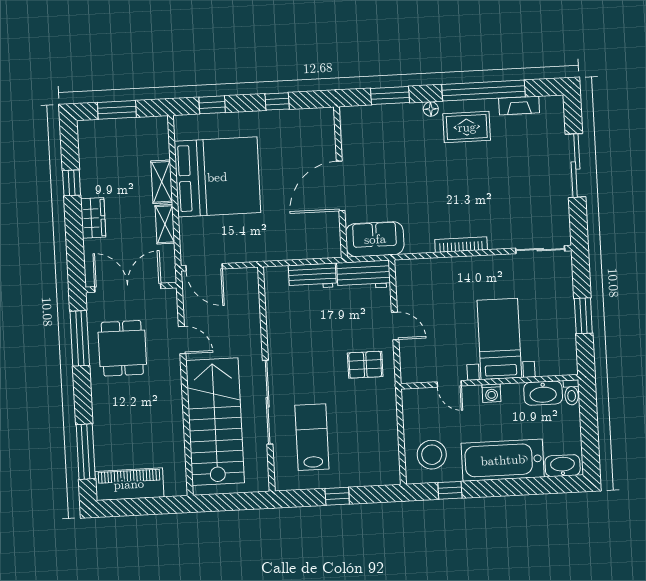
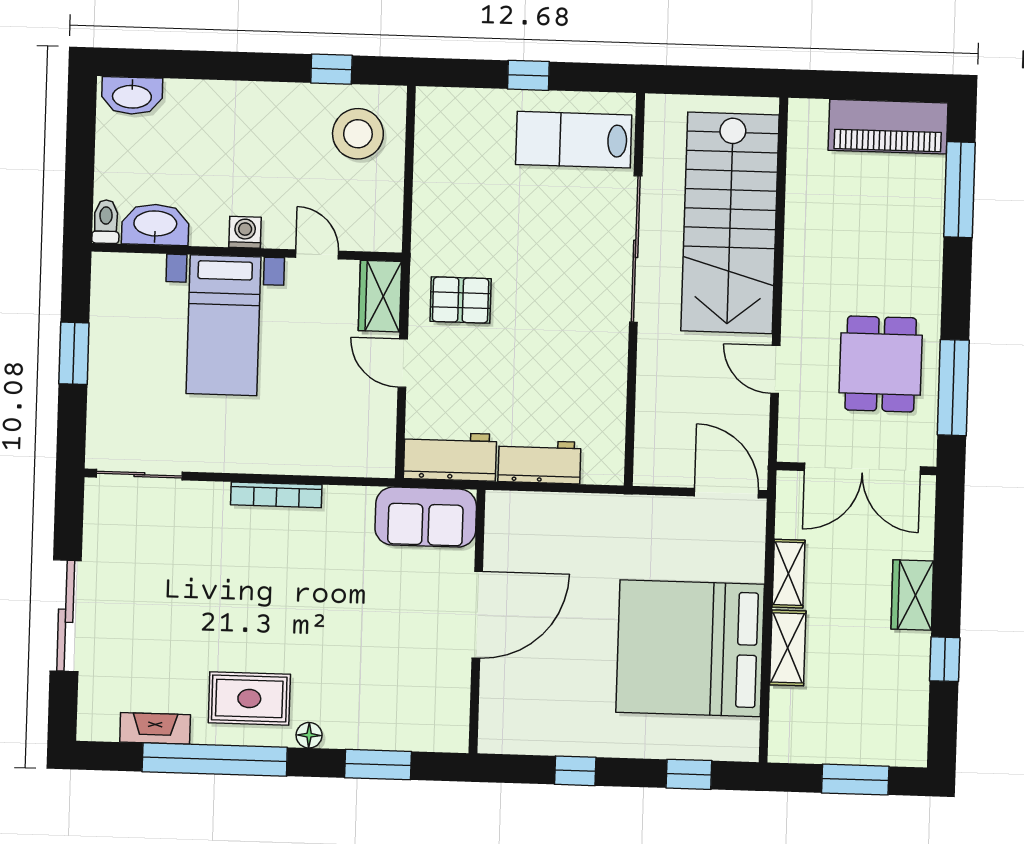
wardrobe: (411, 363) -> (380, 296), added
lab bench: (312, 437) -> (574, 140), moved, turned 90
bathtub: (503, 460) -> (235, 114), removed

